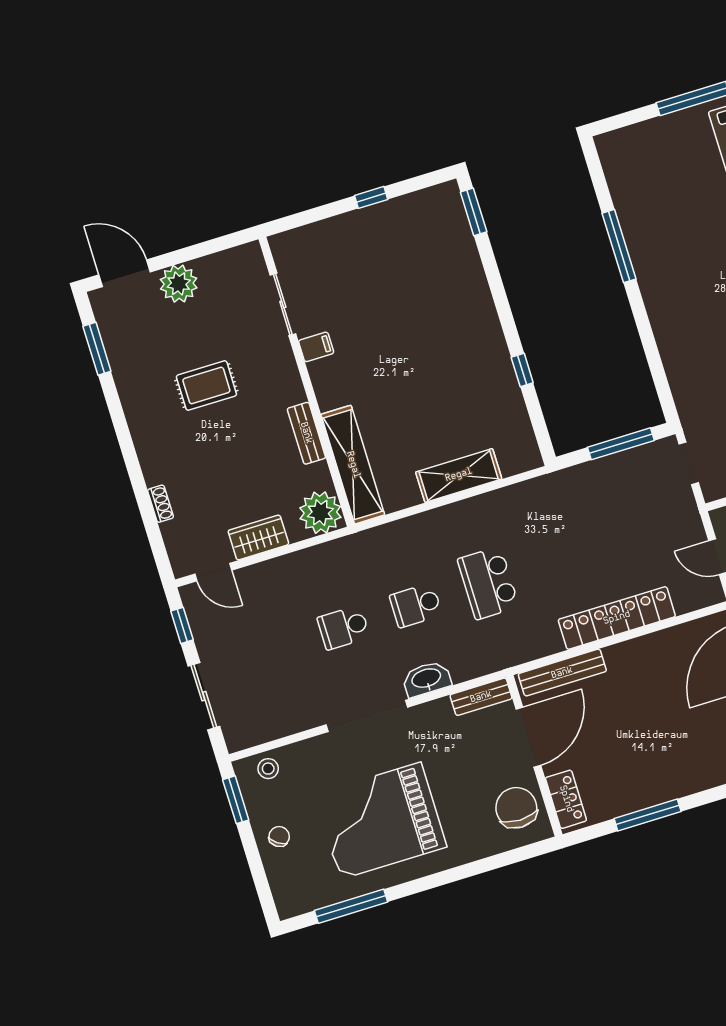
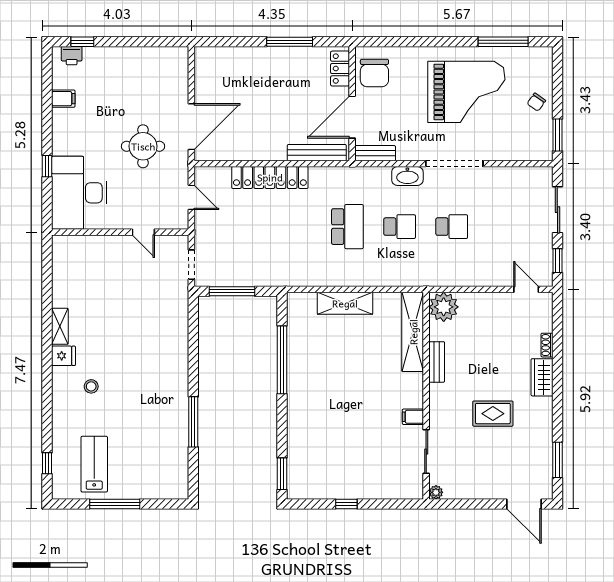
plant: (179, 284) -> (436, 492), moved, width x0.53, depth x0.53
window: (522, 370) -> (282, 360), width x3.17
wardrobe: (258, 537) -> (542, 377), moved, turned 90
stool: (268, 769) -> (530, 149), removed

